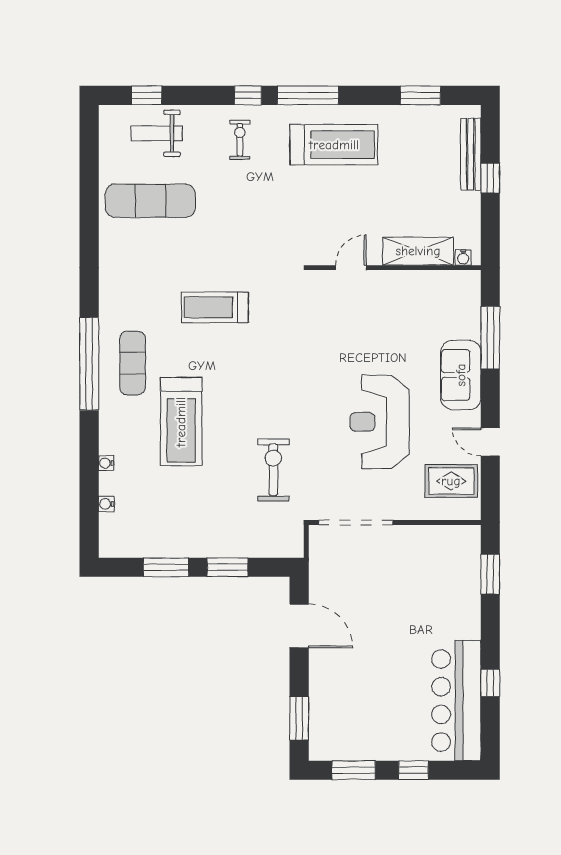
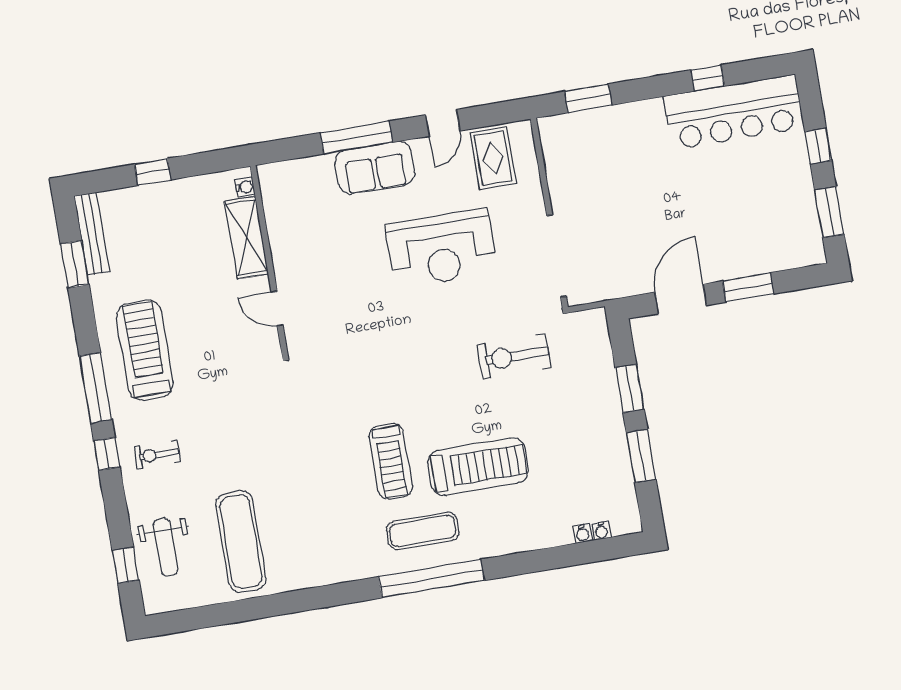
bench: (471, 154) -> (92, 234), moved, turned 90
treadmill: (215, 307) -> (391, 461), moved
window: (490, 338) -> (356, 137), moved
water cooler: (106, 463) -> (601, 531), moved
window: (299, 718) -> (748, 287), moved

